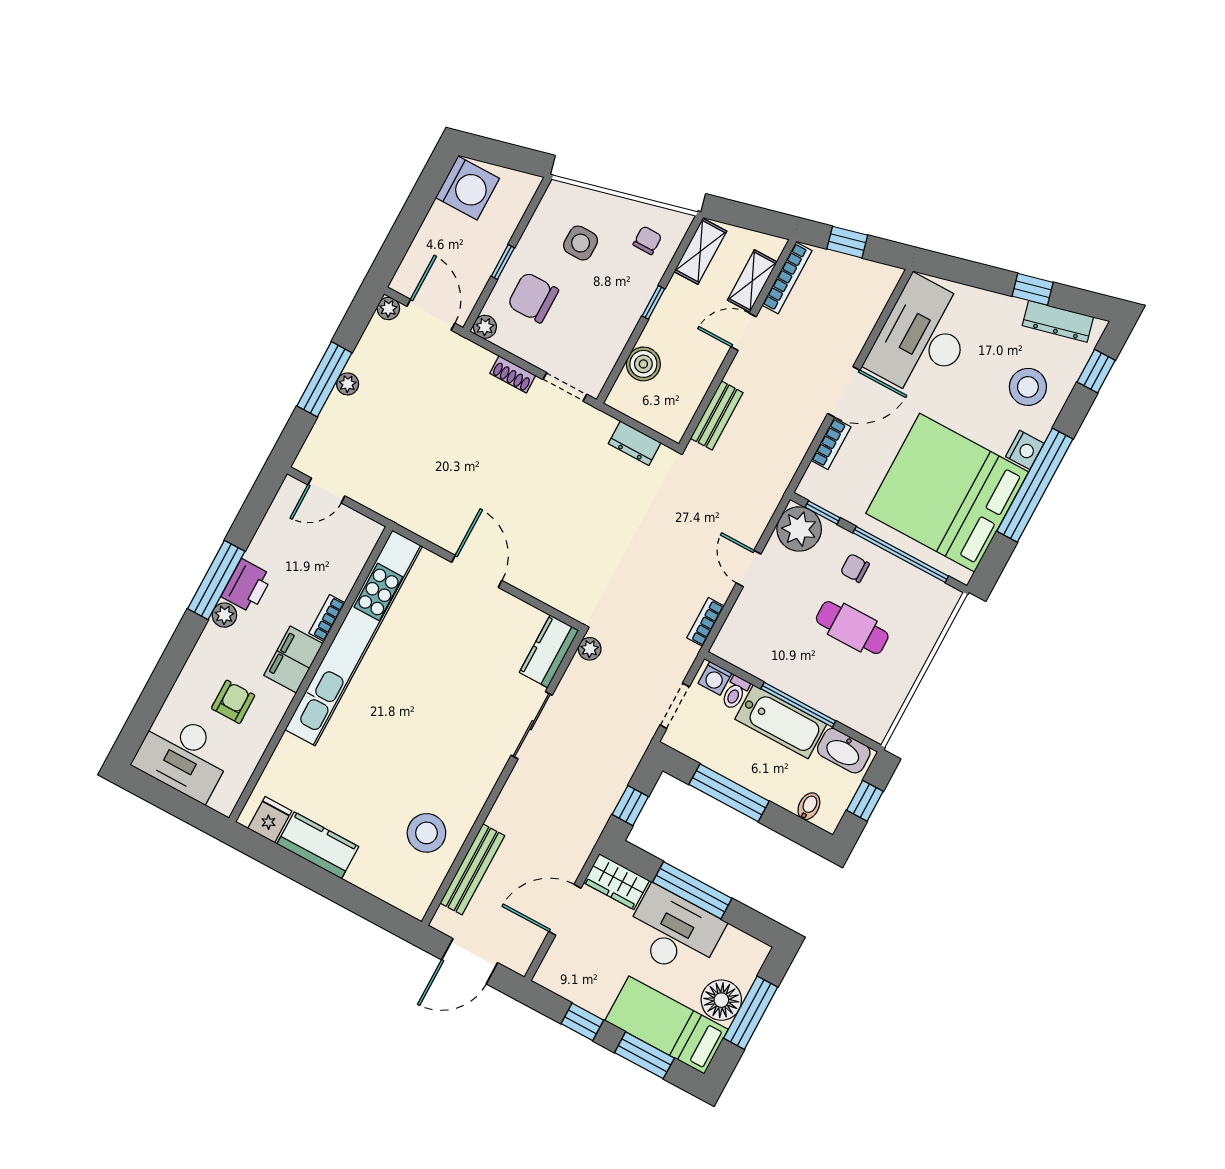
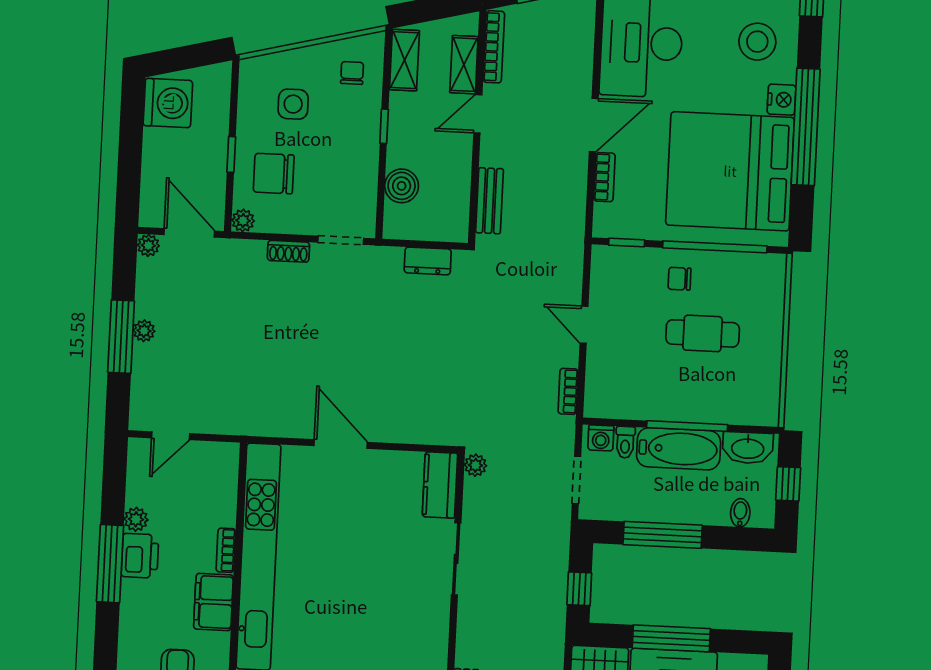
plant: (799, 529) -> (612, 268), removed
plant: (224, 615) -> (136, 519), moved

